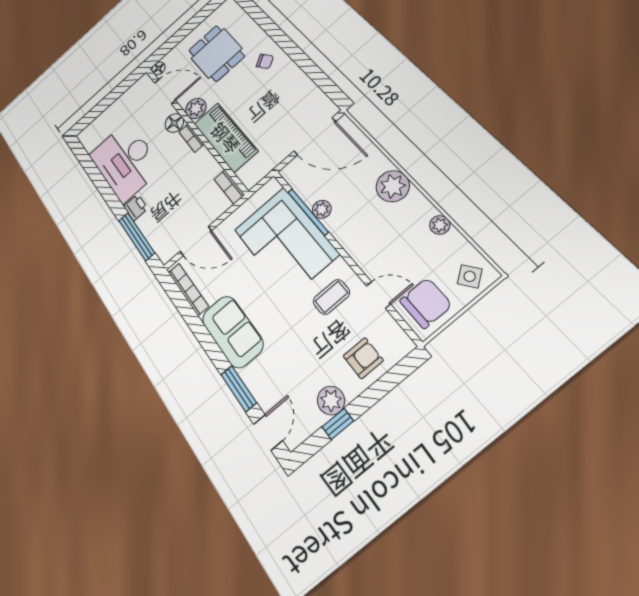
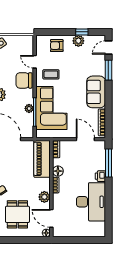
floor lamp: (174, 123) -> (58, 171), moved
piano: (226, 137) -> (42, 159), moved
chair: (426, 303) -> (24, 80), moved

